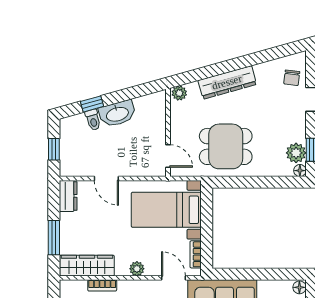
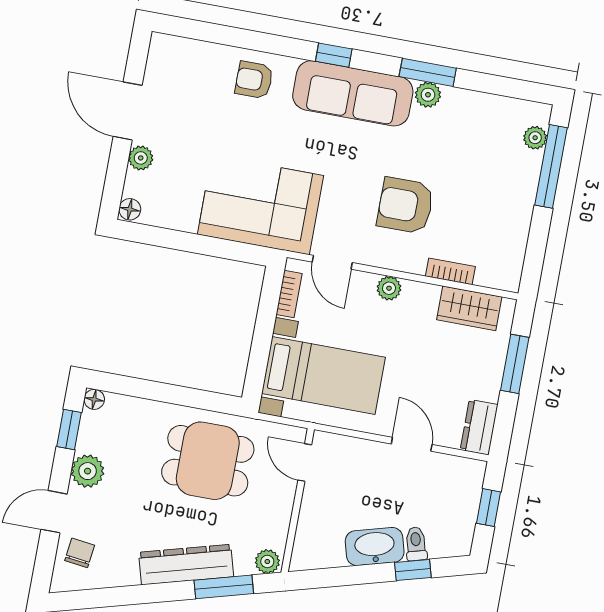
window: (202, 73) -> (224, 587), added
plant: (296, 153) -> (88, 471), moved
wardrobe: (87, 266) -> (469, 308), width x0.67

